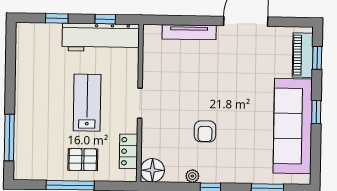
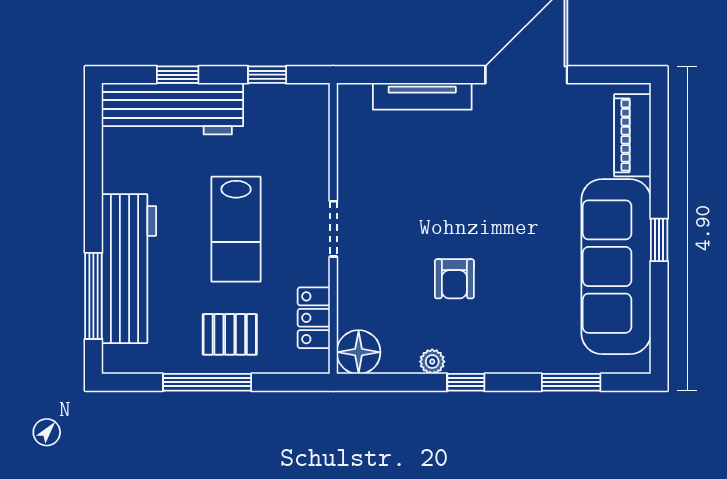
workbench: (101, 38) -> (172, 109), moved
window: (317, 58) -> (659, 140), removed
lab bench: (87, 103) -> (236, 229), turned 180
workbench: (29, 123) -> (129, 269), added

